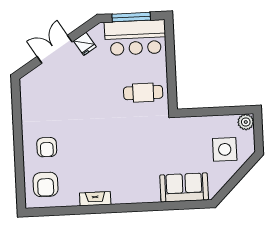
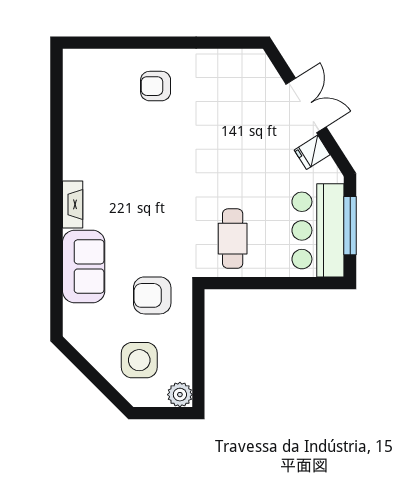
armchair: (46, 184) -> (152, 295), moved
sofa: (184, 187) -> (84, 266), moved
fireplace: (95, 199) -> (73, 204), moved

